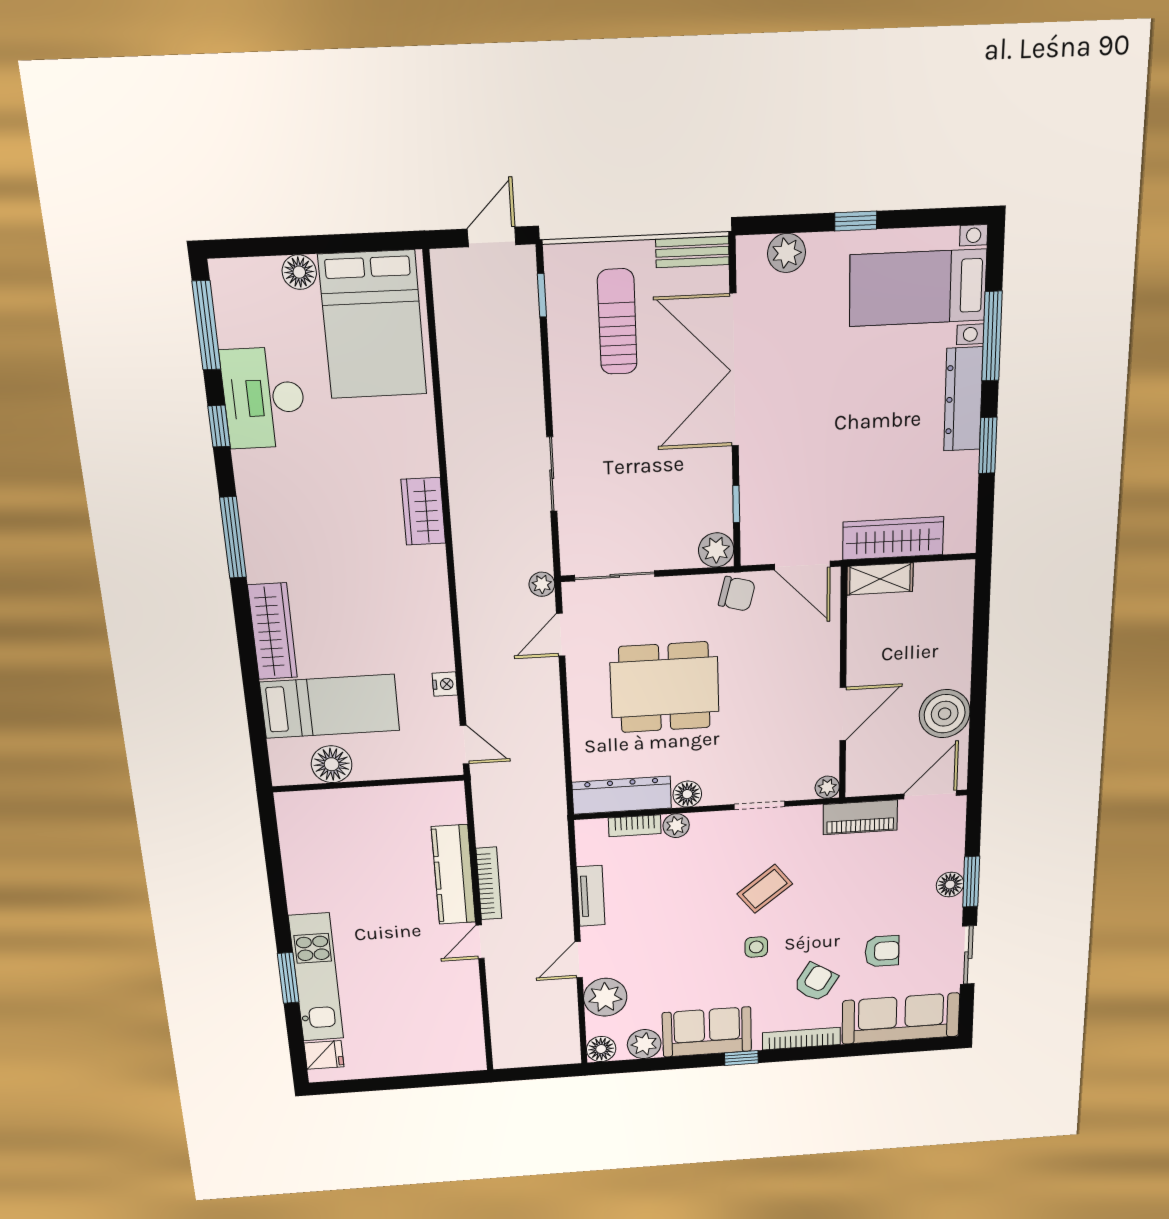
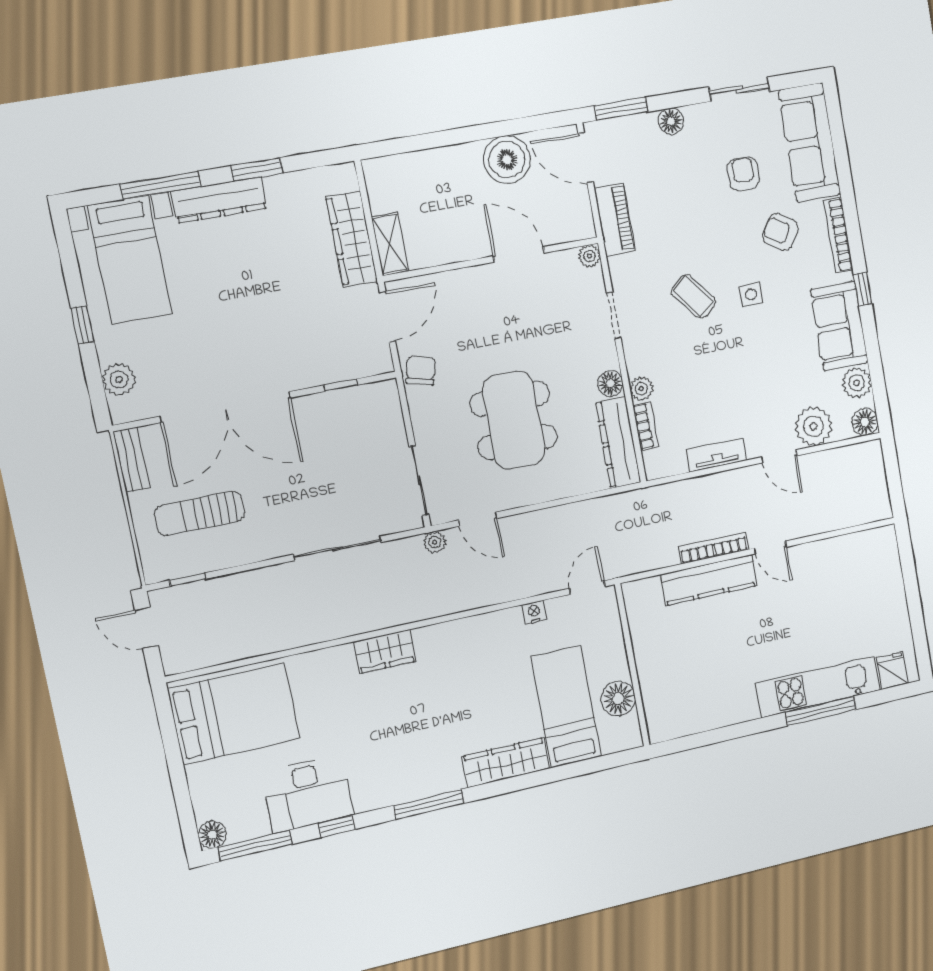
floor lamp: (299, 272) -> (212, 835), moved
sliding door: (552, 474) -> (337, 548), width x1.37
plant: (716, 550) -> (384, 396), removed
window: (971, 882) -> (621, 109), moved
window: (288, 978) -> (821, 711), width x1.44

